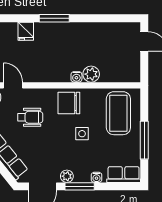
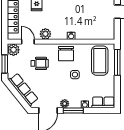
plant: (91, 74) -> (45, 34), moved
chair: (69, 103) -> (66, 54), turned -90
window: (144, 140) -> (117, 62), moved

